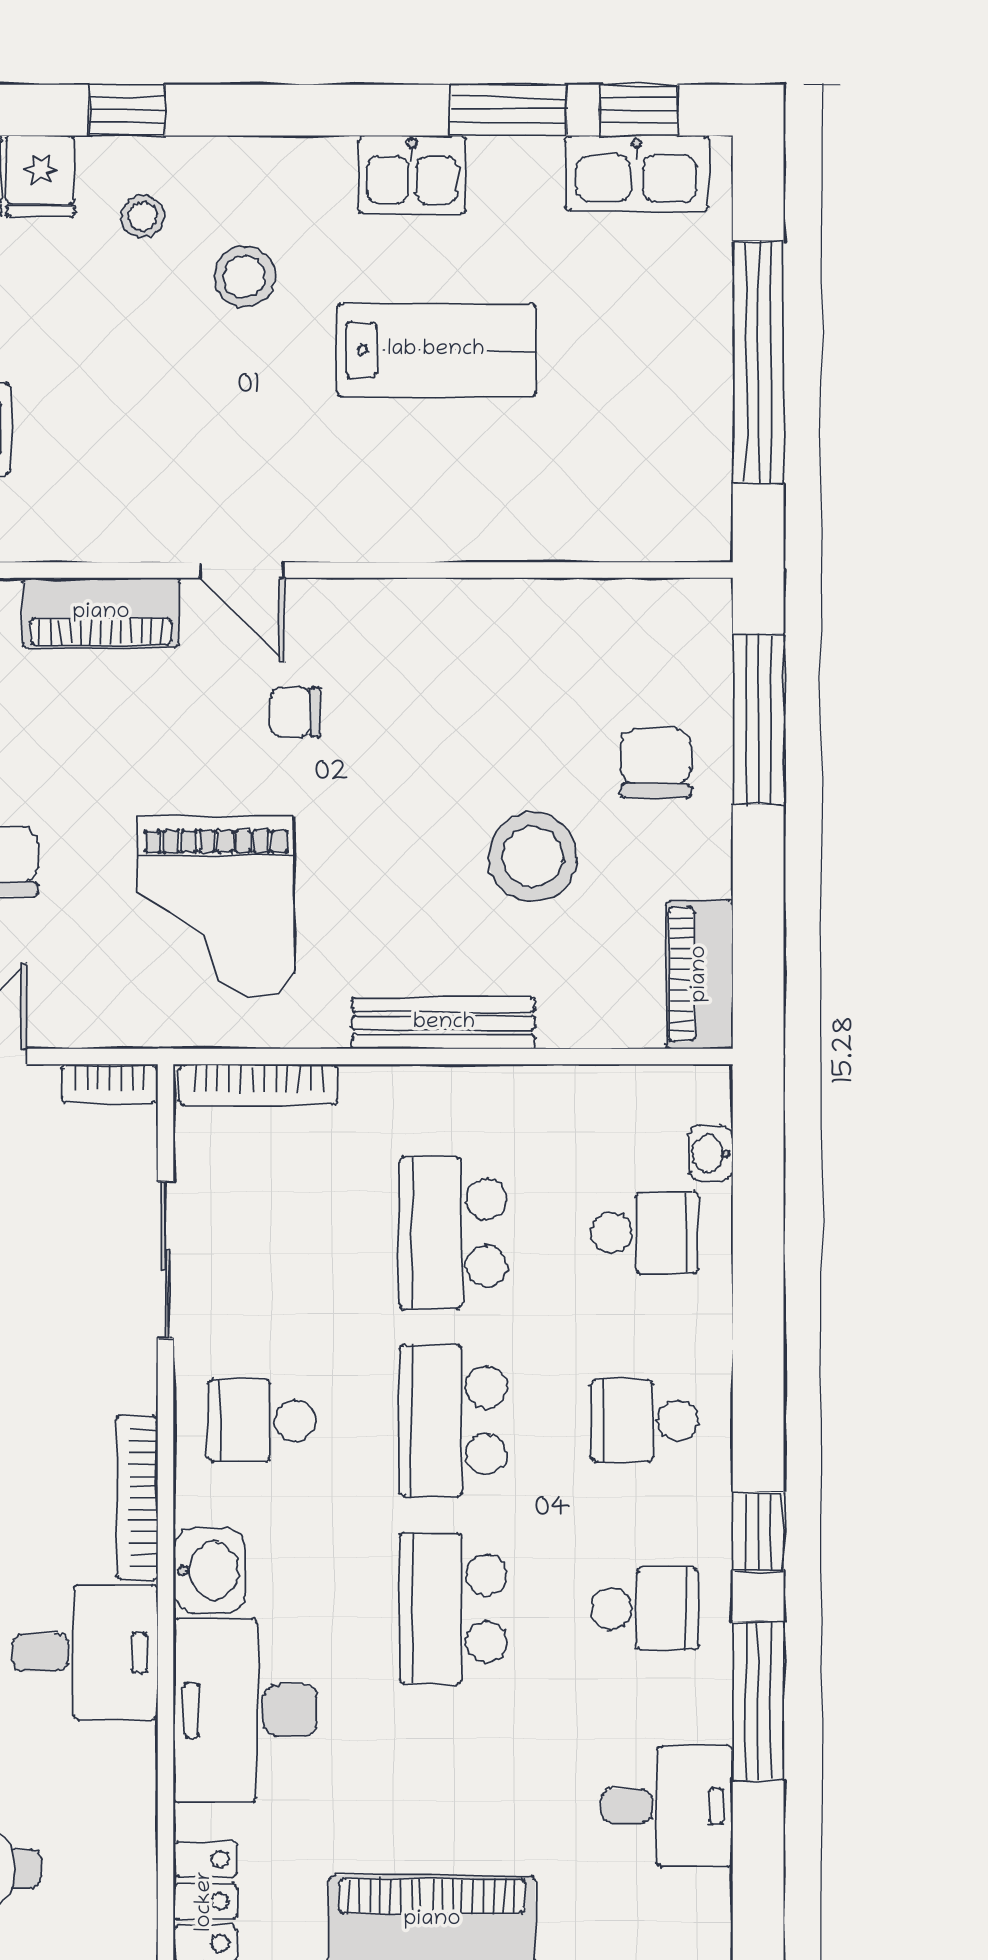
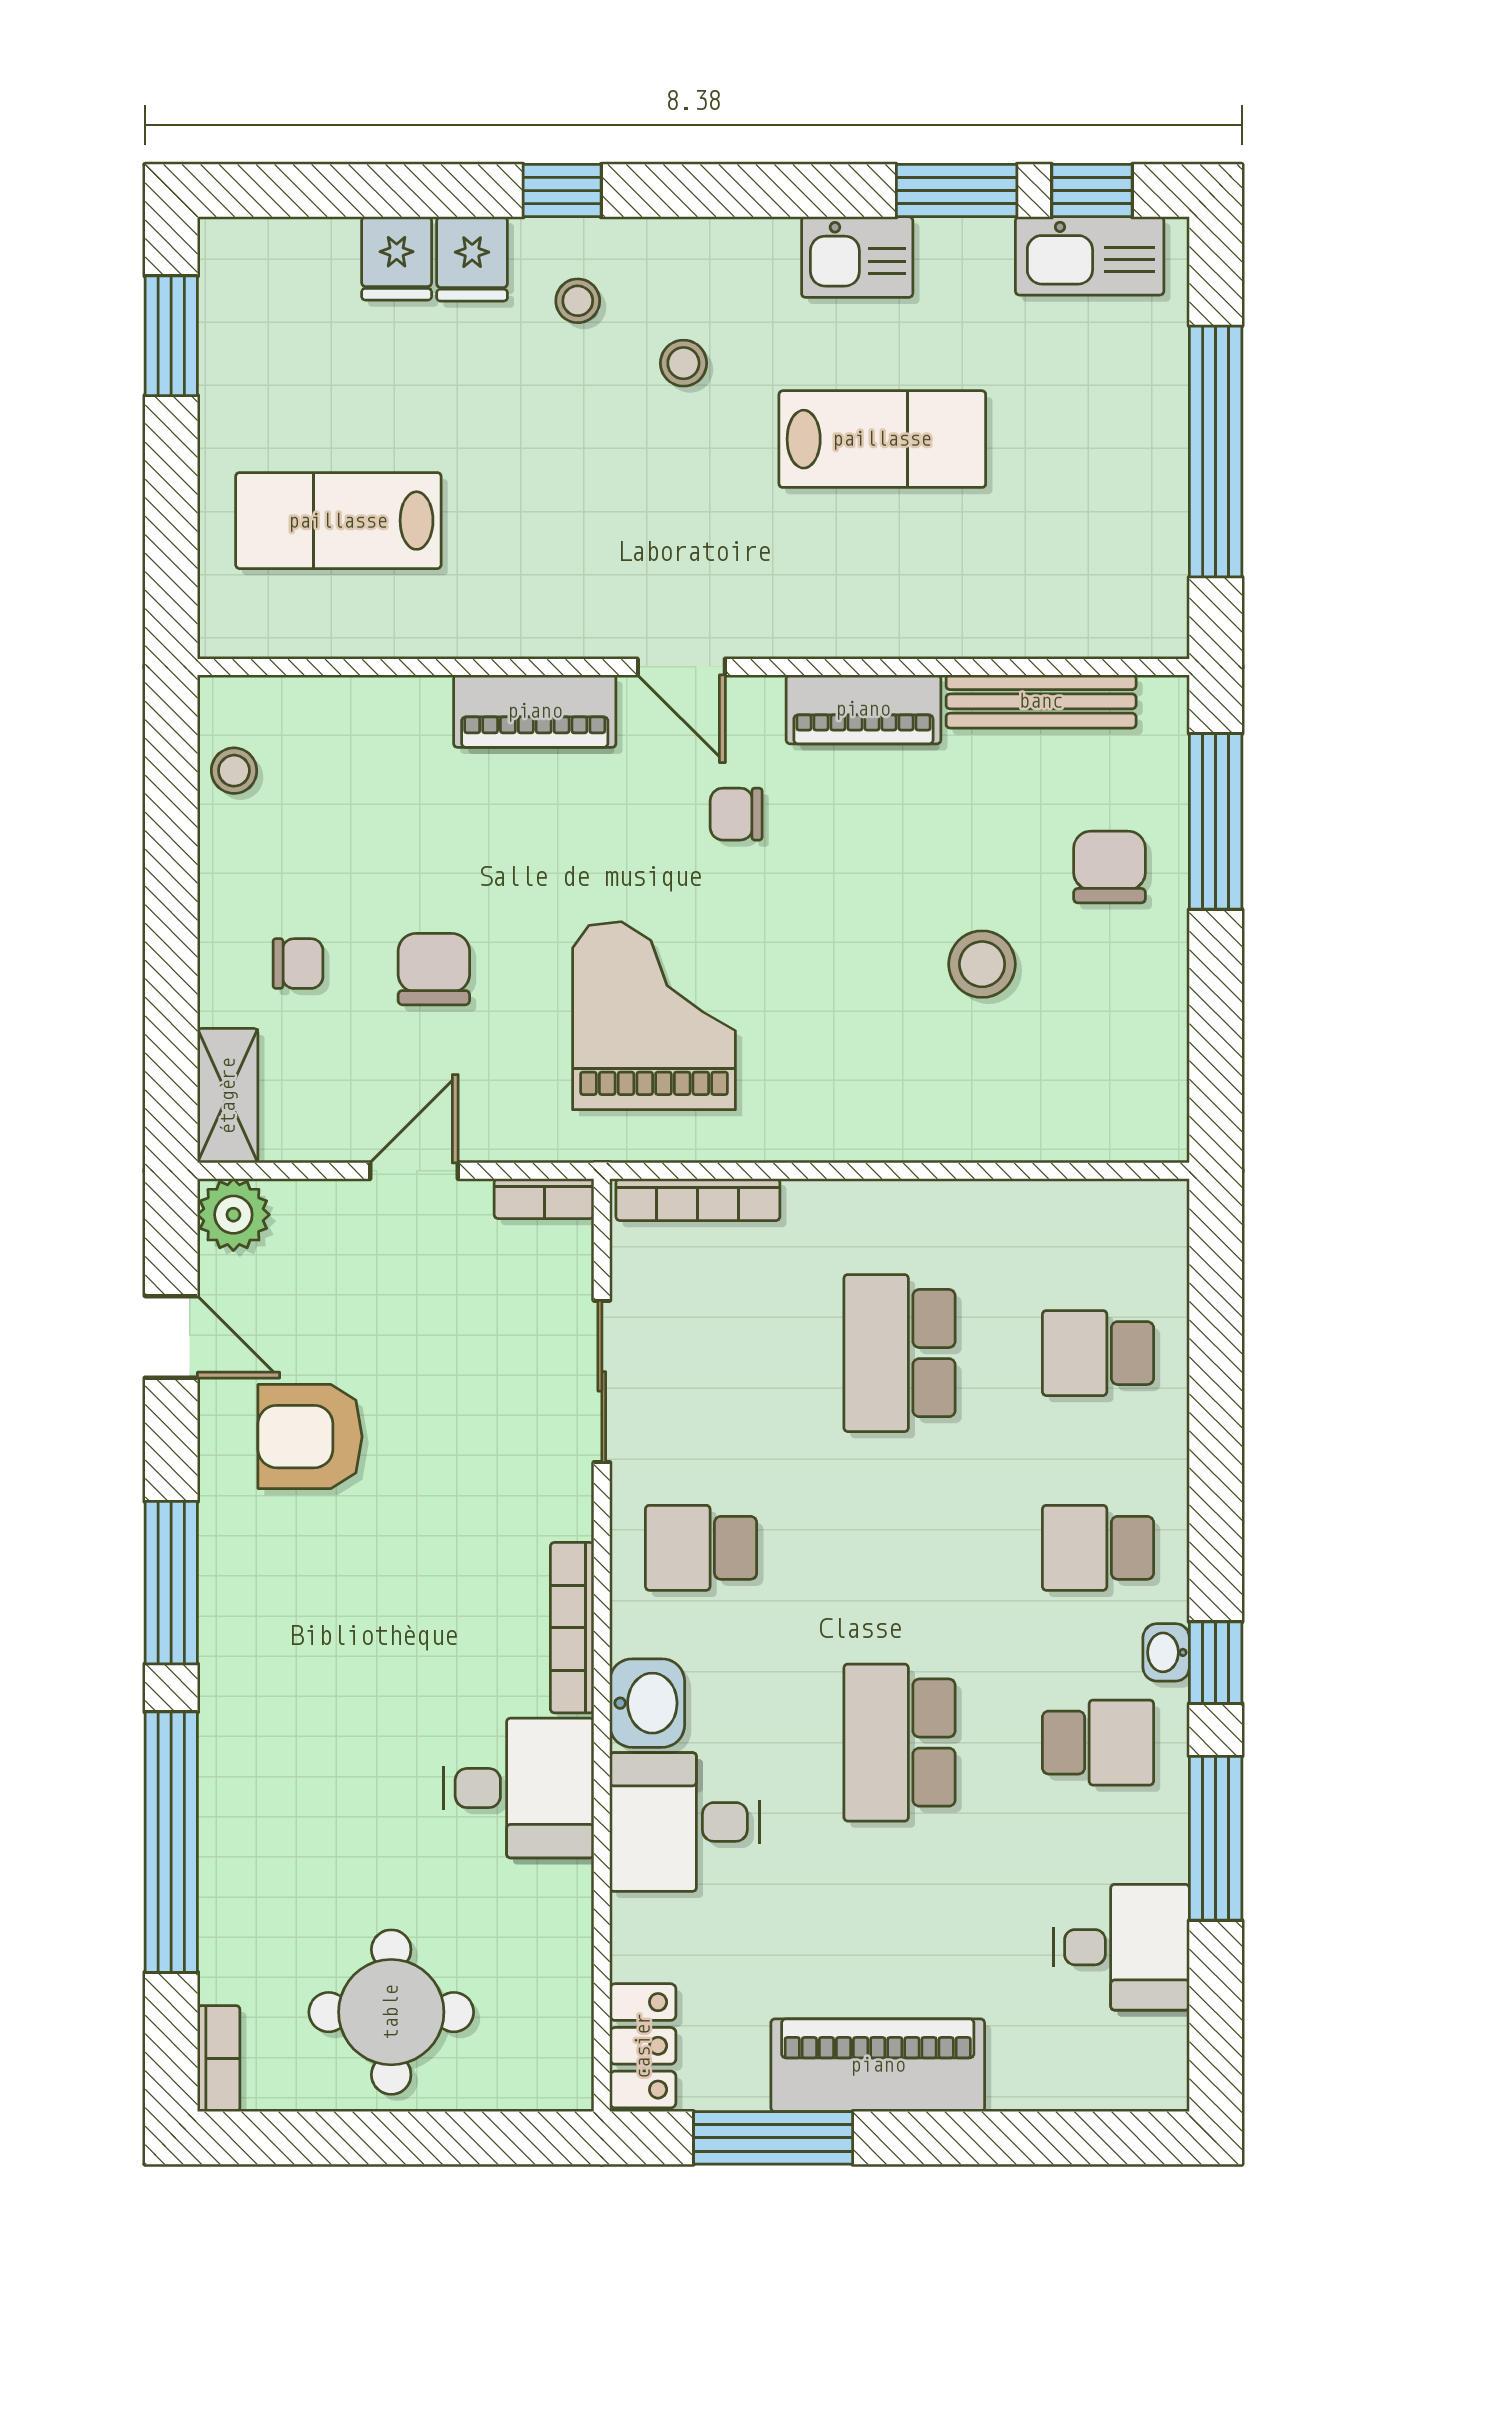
stool: (244, 277) -> (683, 363), width x0.73, depth x0.73
stool: (533, 857) -> (982, 964), width x0.73, depth x0.73
grand piano: (216, 907) -> (654, 1016), turned 180
piano: (700, 974) -> (863, 709), moved, turned -90
bench: (444, 1023) -> (1041, 701), moved
washbasin: (710, 1153) -> (1166, 1652), moved
school desk: (645, 1233) -> (1098, 1353), turned 180
school desk: (453, 1421) -> (900, 1548), removed
desk: (245, 1710) -> (684, 1822), width x0.73

